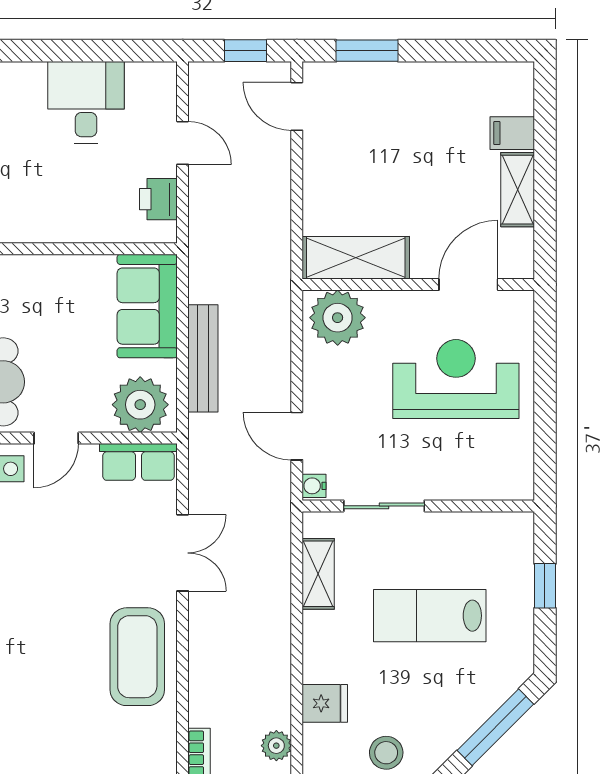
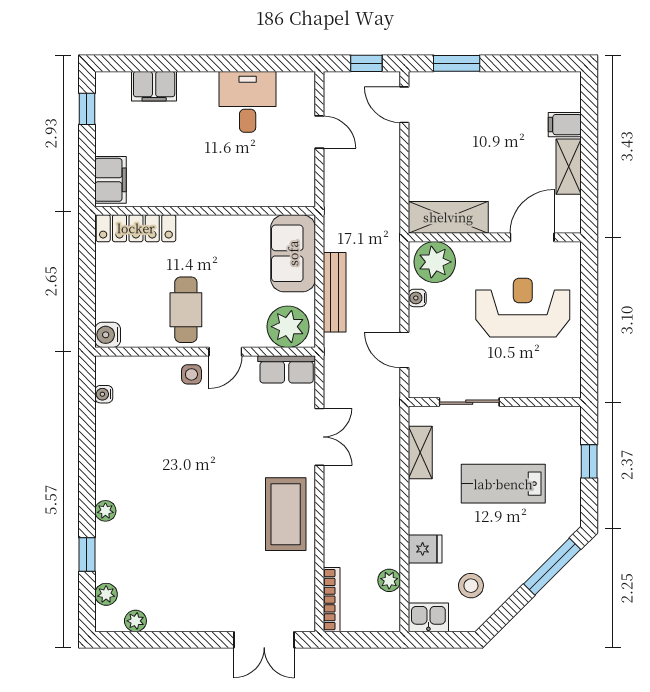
printer: (158, 199) -> (301, 174), removed
water cooler: (314, 486) -> (417, 298), moved

